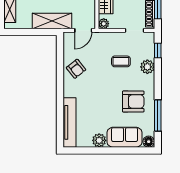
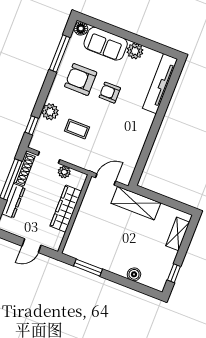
plant: (104, 24) -> (64, 172), moved
armchair: (76, 69) -> (110, 93), moved, turned -51

